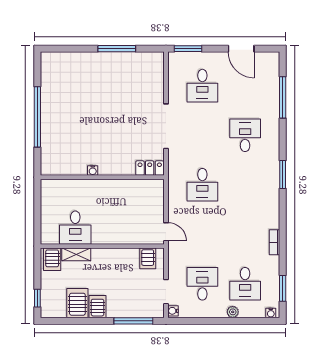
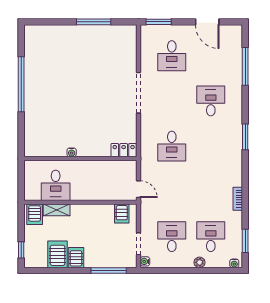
locker: (150, 168) -> (124, 150), moved
water cooler: (93, 170) -> (72, 152), moved
wall: (102, 177) -> (80, 159), moved
desk: (245, 284) -> (211, 237), turned 180

